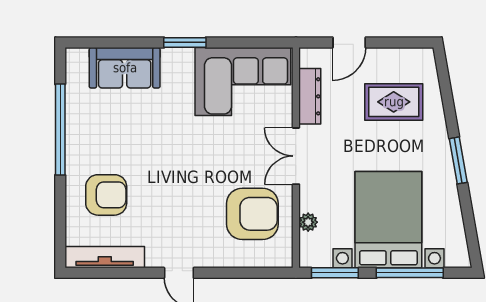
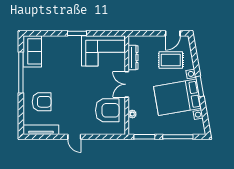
door: (349, 42) -> (173, 33), moved
sofa: (125, 68) -> (32, 51), moved, turned -90
bed with nightstands: (388, 220) -> (177, 97), moved, turned -100

